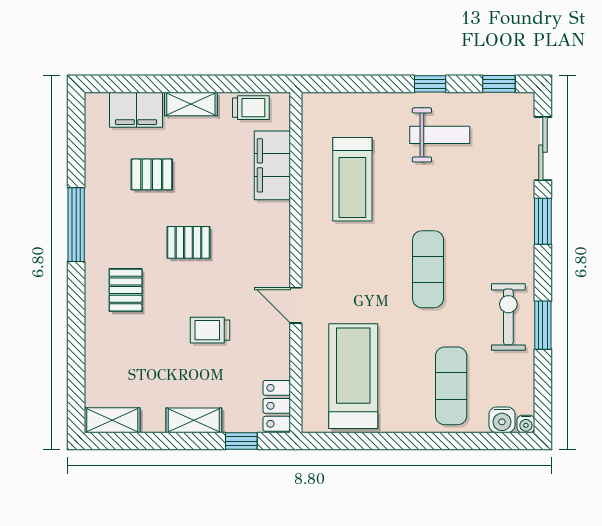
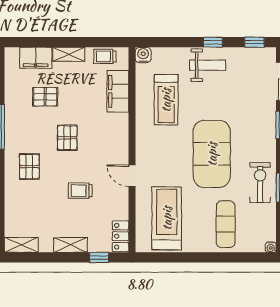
trolley: (251, 108) -> (105, 56), turned 180
weight bench: (440, 135) -> (208, 65), moved
pallet: (188, 242) -> (67, 138), turned 90
exercise mat: (428, 269) -> (212, 154), width x2.00, depth x1.45
water cooler: (502, 420) -> (143, 55), moved, turned 180

